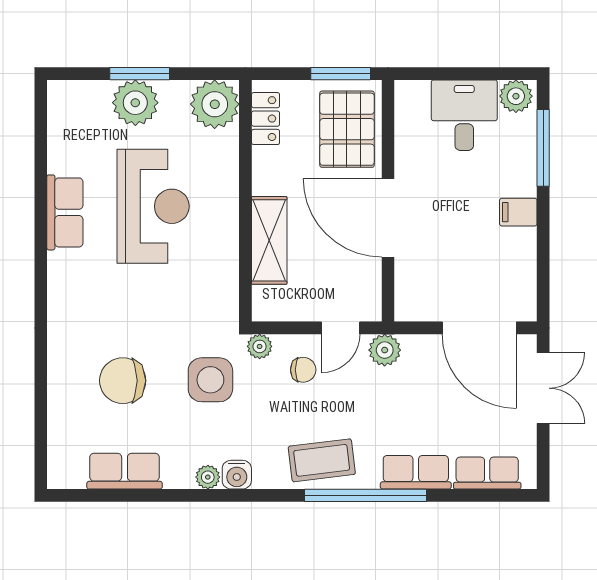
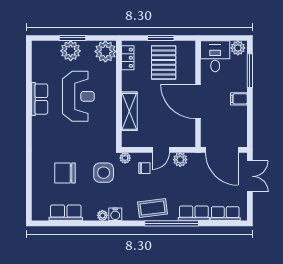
wall: (388, 201) -> (198, 94), moved
door: (388, 218) -> (198, 101), moved

